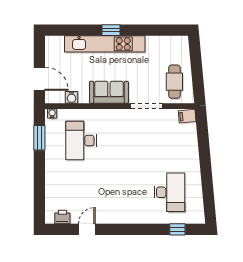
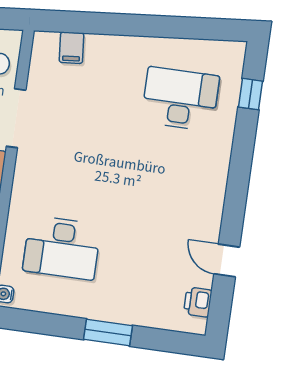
filing cabinet: (187, 116) -> (72, 48), moved
window: (39, 138) -> (108, 332), moved

